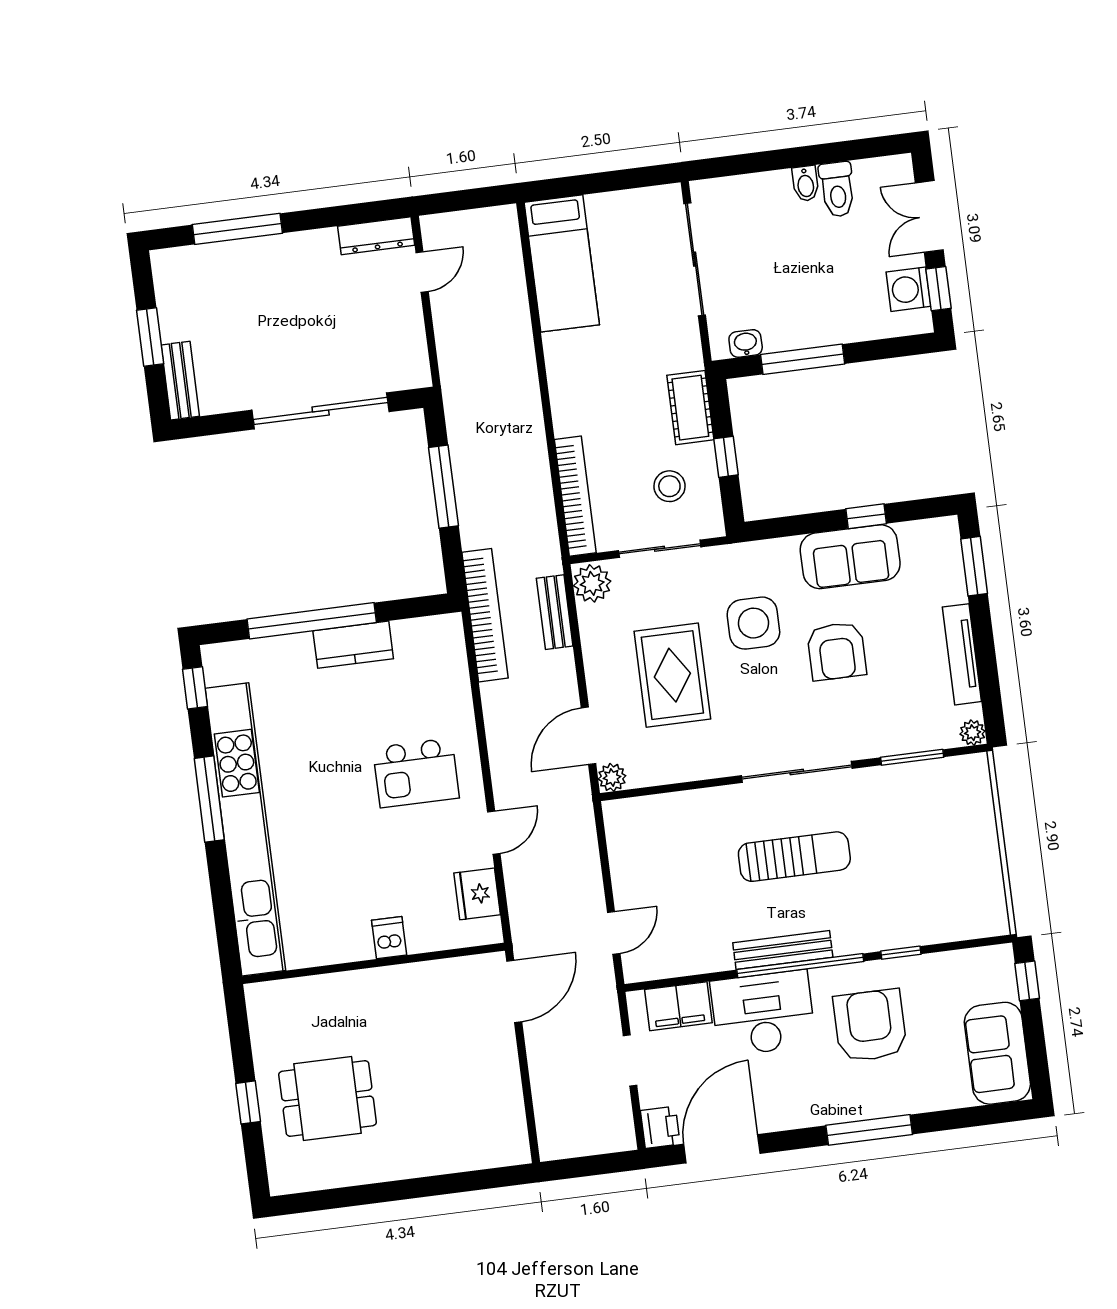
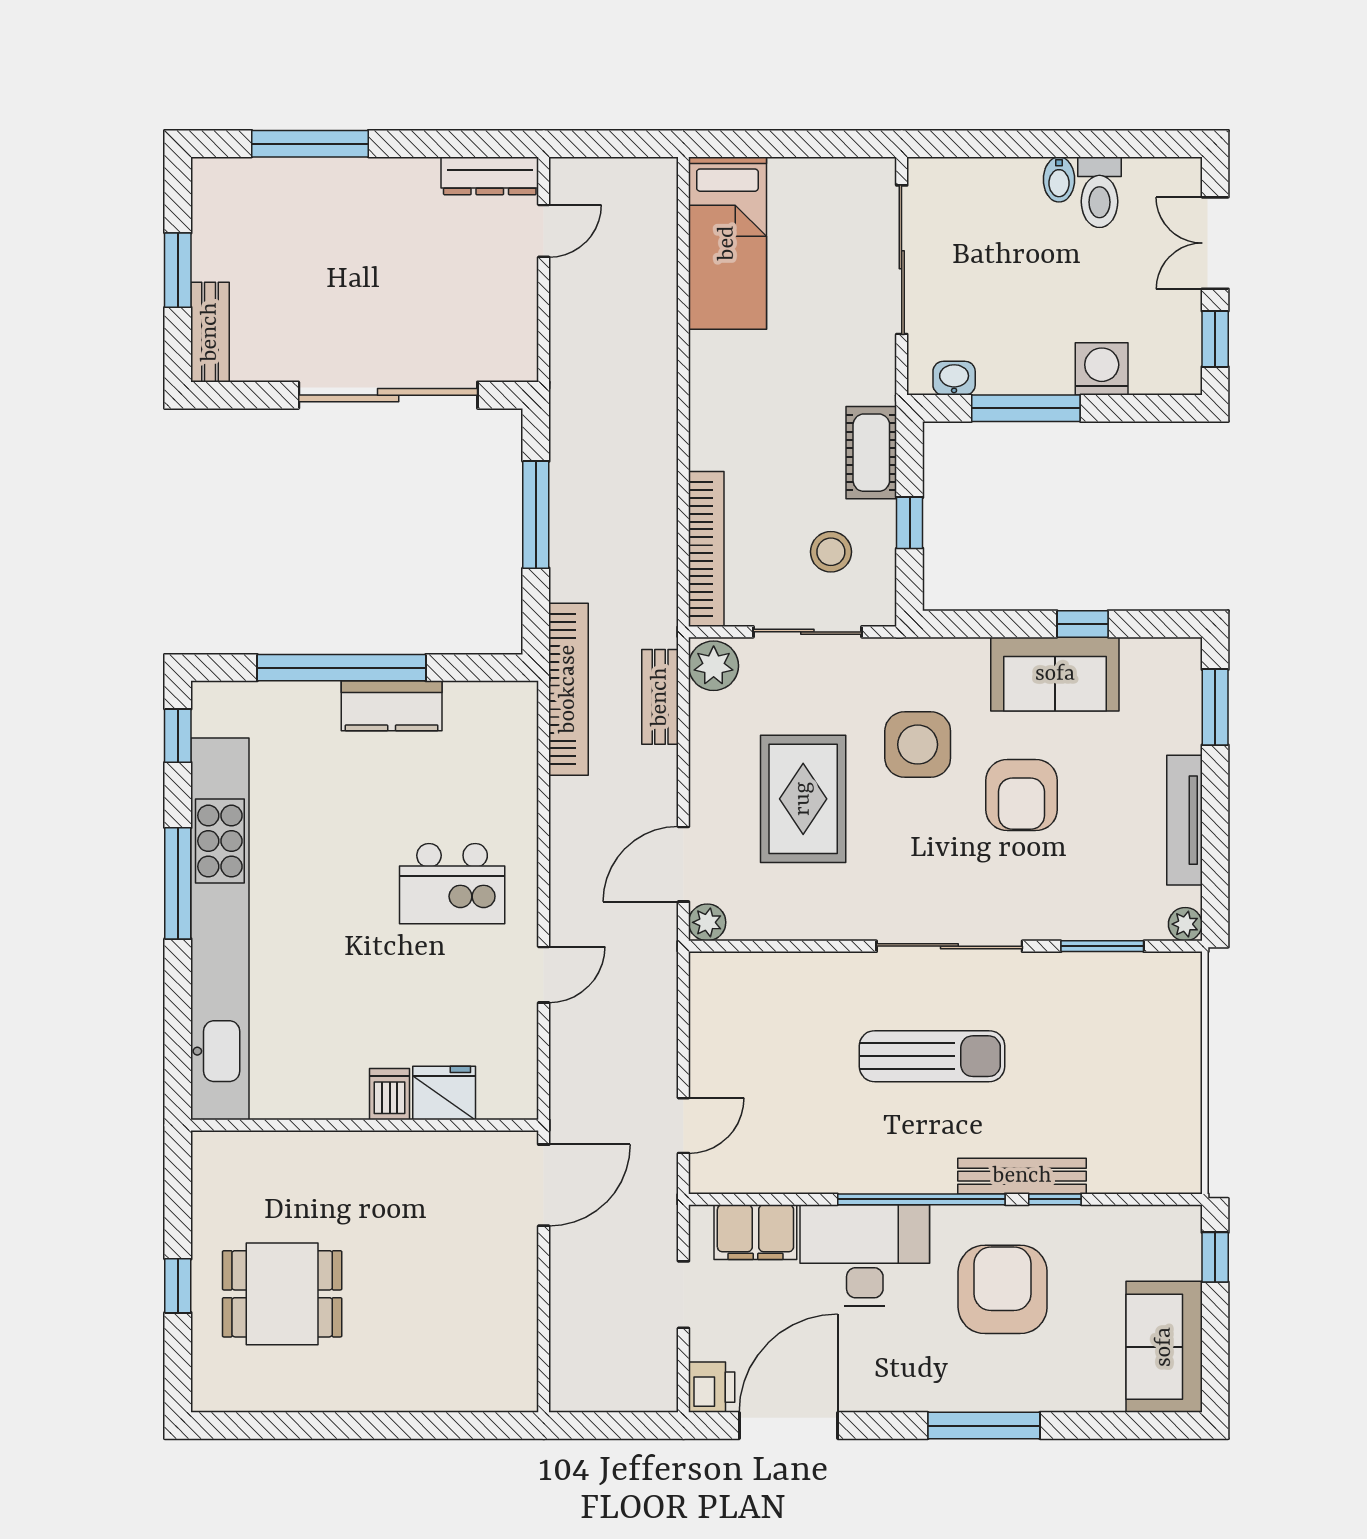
washing machine: (908, 289) -> (1102, 369), moved, turned 90
fridge: (477, 894) -> (444, 1093), moved, turned 90
bench: (783, 950) -> (1022, 1176), moved

